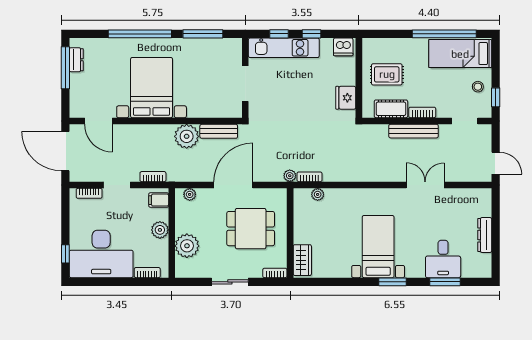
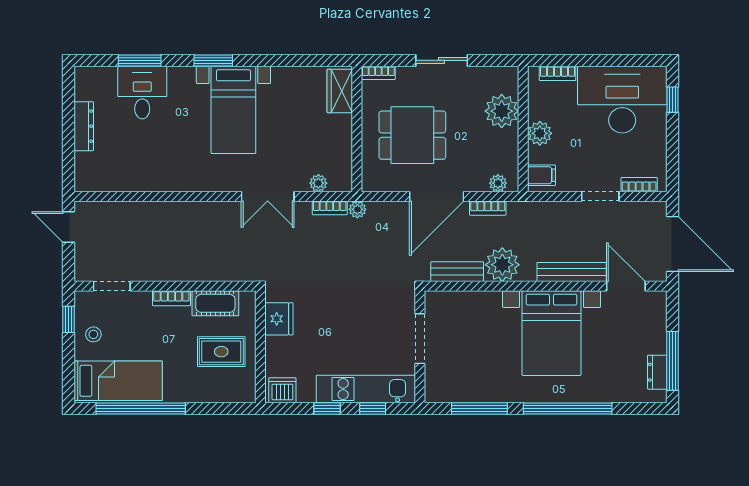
bench: (413, 131) -> (572, 272), moved
bookcase: (153, 177) -> (488, 208), moved
double door: (425, 185) -> (268, 196), moved

